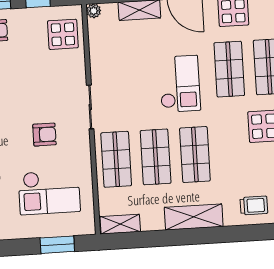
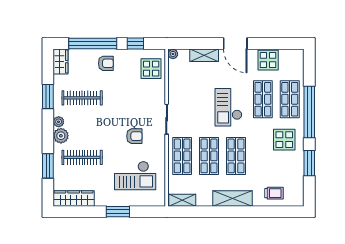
checkout: (180, 84) -> (228, 107), turned 180
window: (57, 245) -> (118, 212), moved

